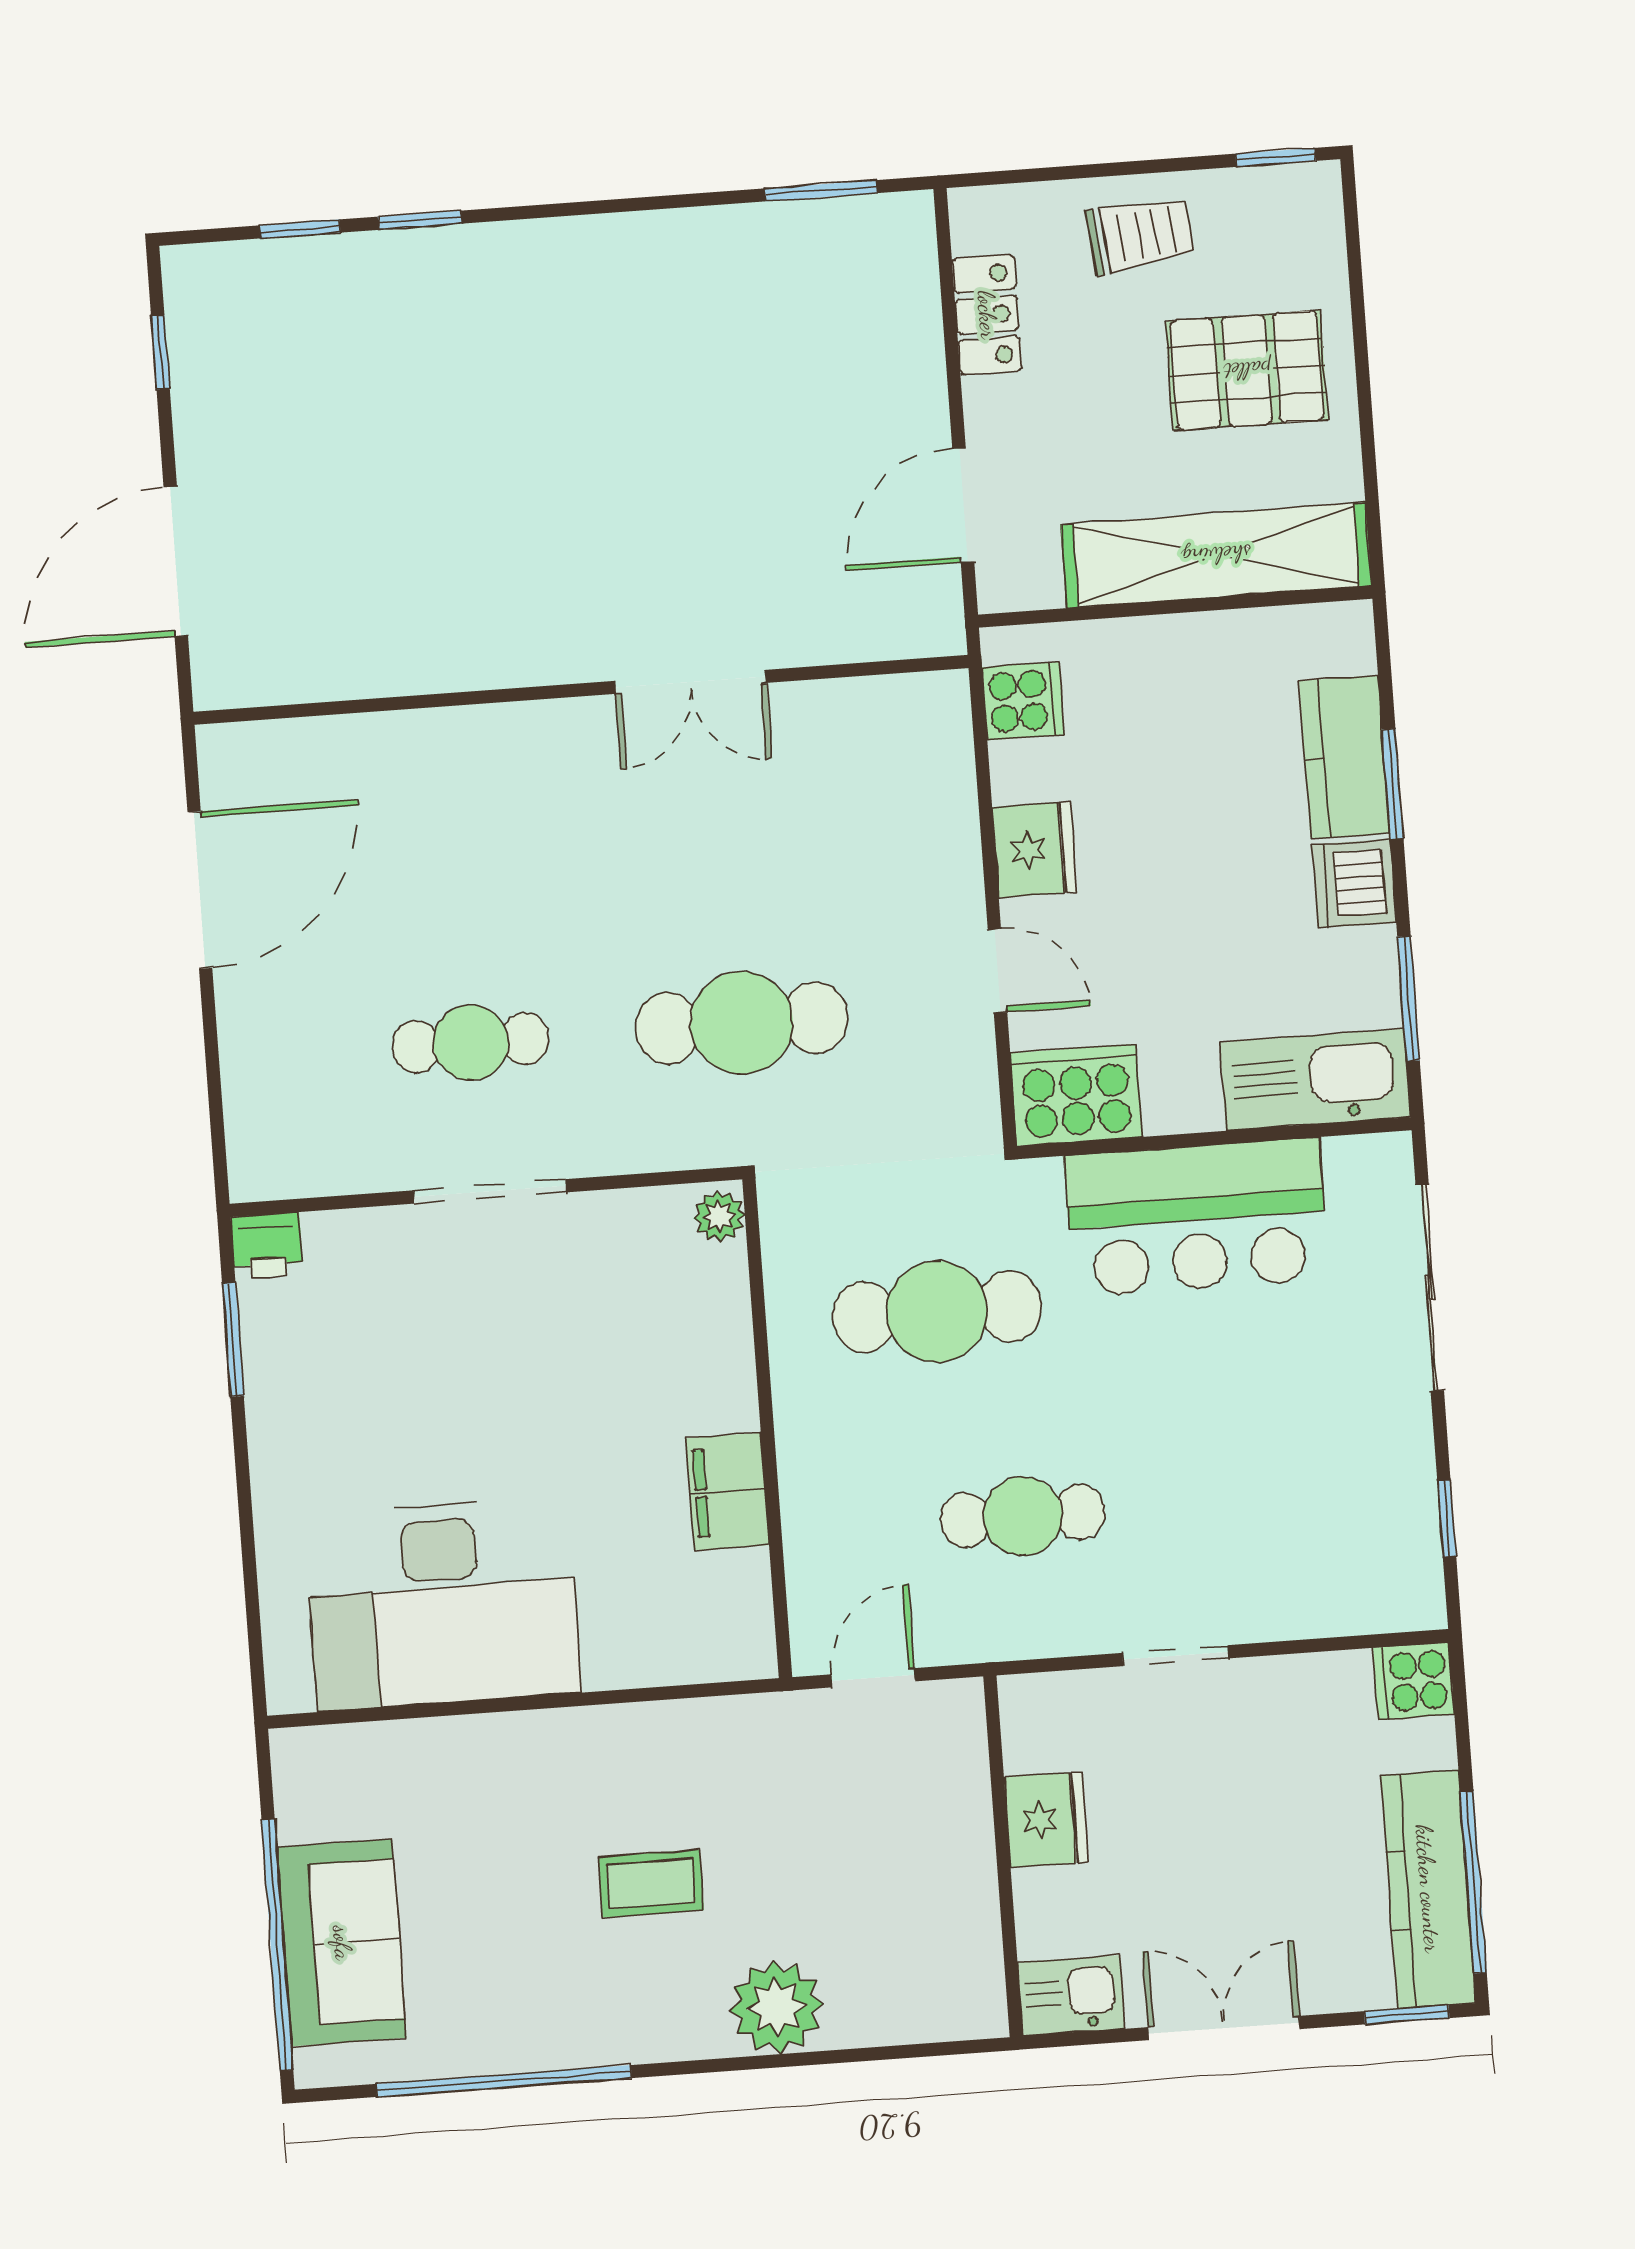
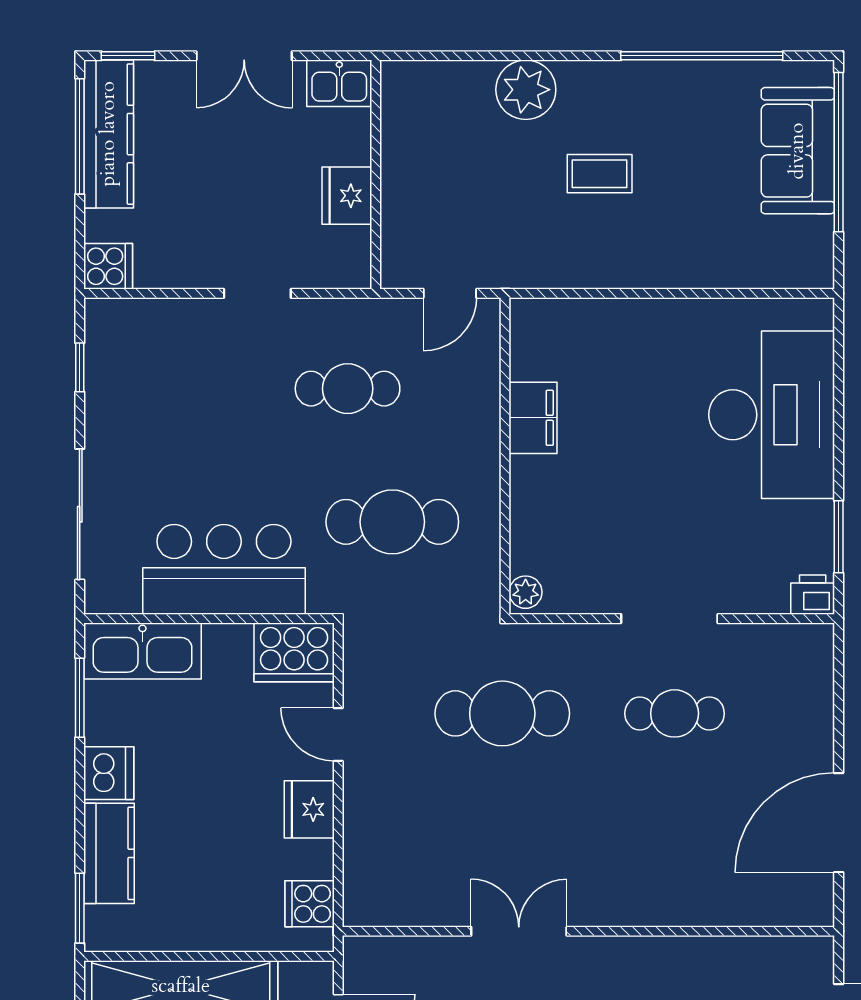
window: (1393, 784) -> (80, 908), moved
desk: (442, 1604) -> (772, 415), moved, turned 90

